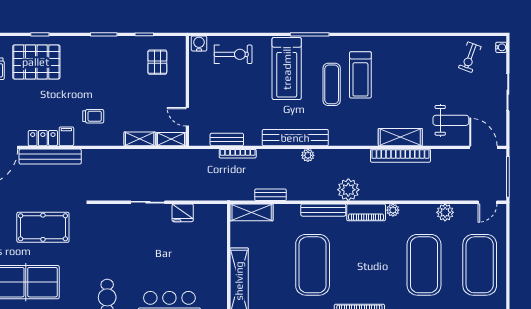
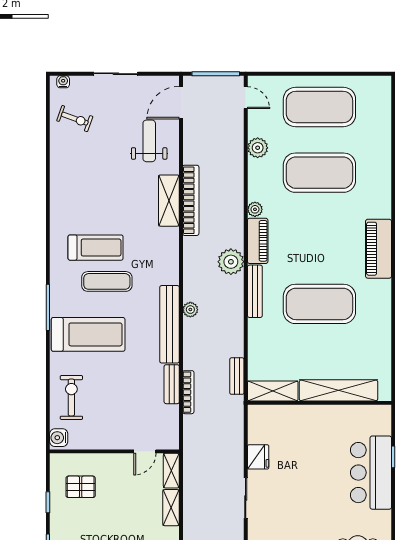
bench: (227, 139) -> (172, 384), moved
bench: (270, 195) -> (237, 376), moved
shelving: (252, 212) -> (273, 391), moved, turned 90

